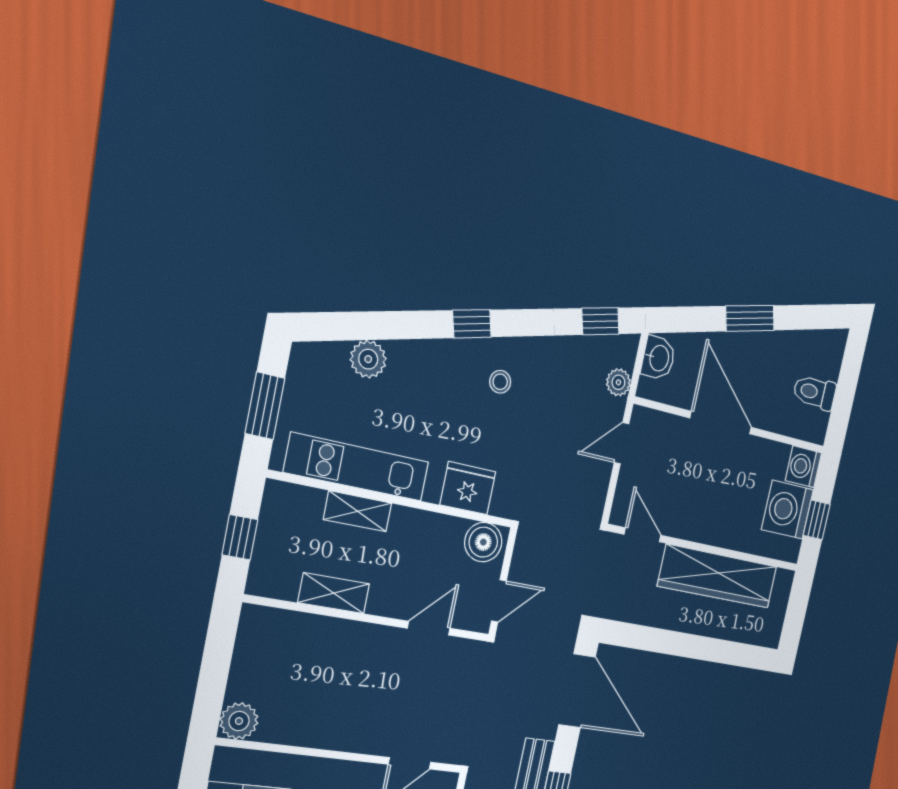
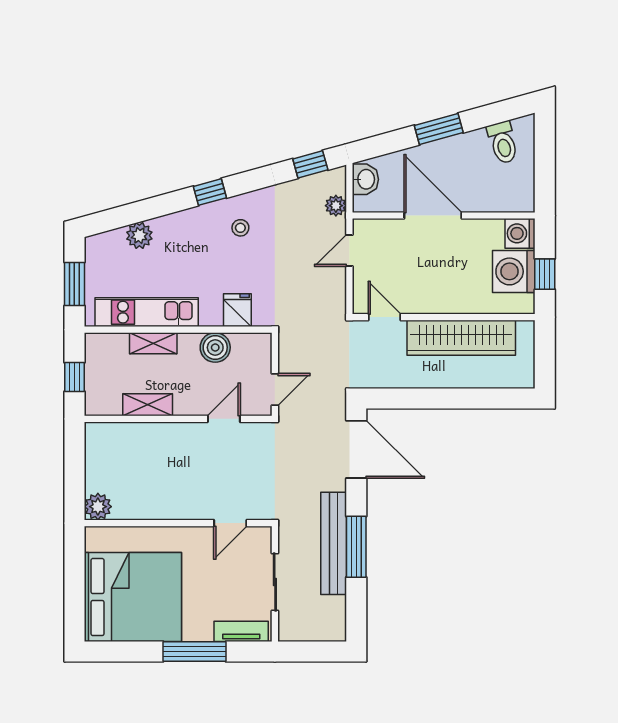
toilet: (815, 392) -> (503, 142), moved, turned -105
fridge: (468, 488) -> (237, 310), width x0.72
boiler: (483, 542) -> (215, 347), moved

